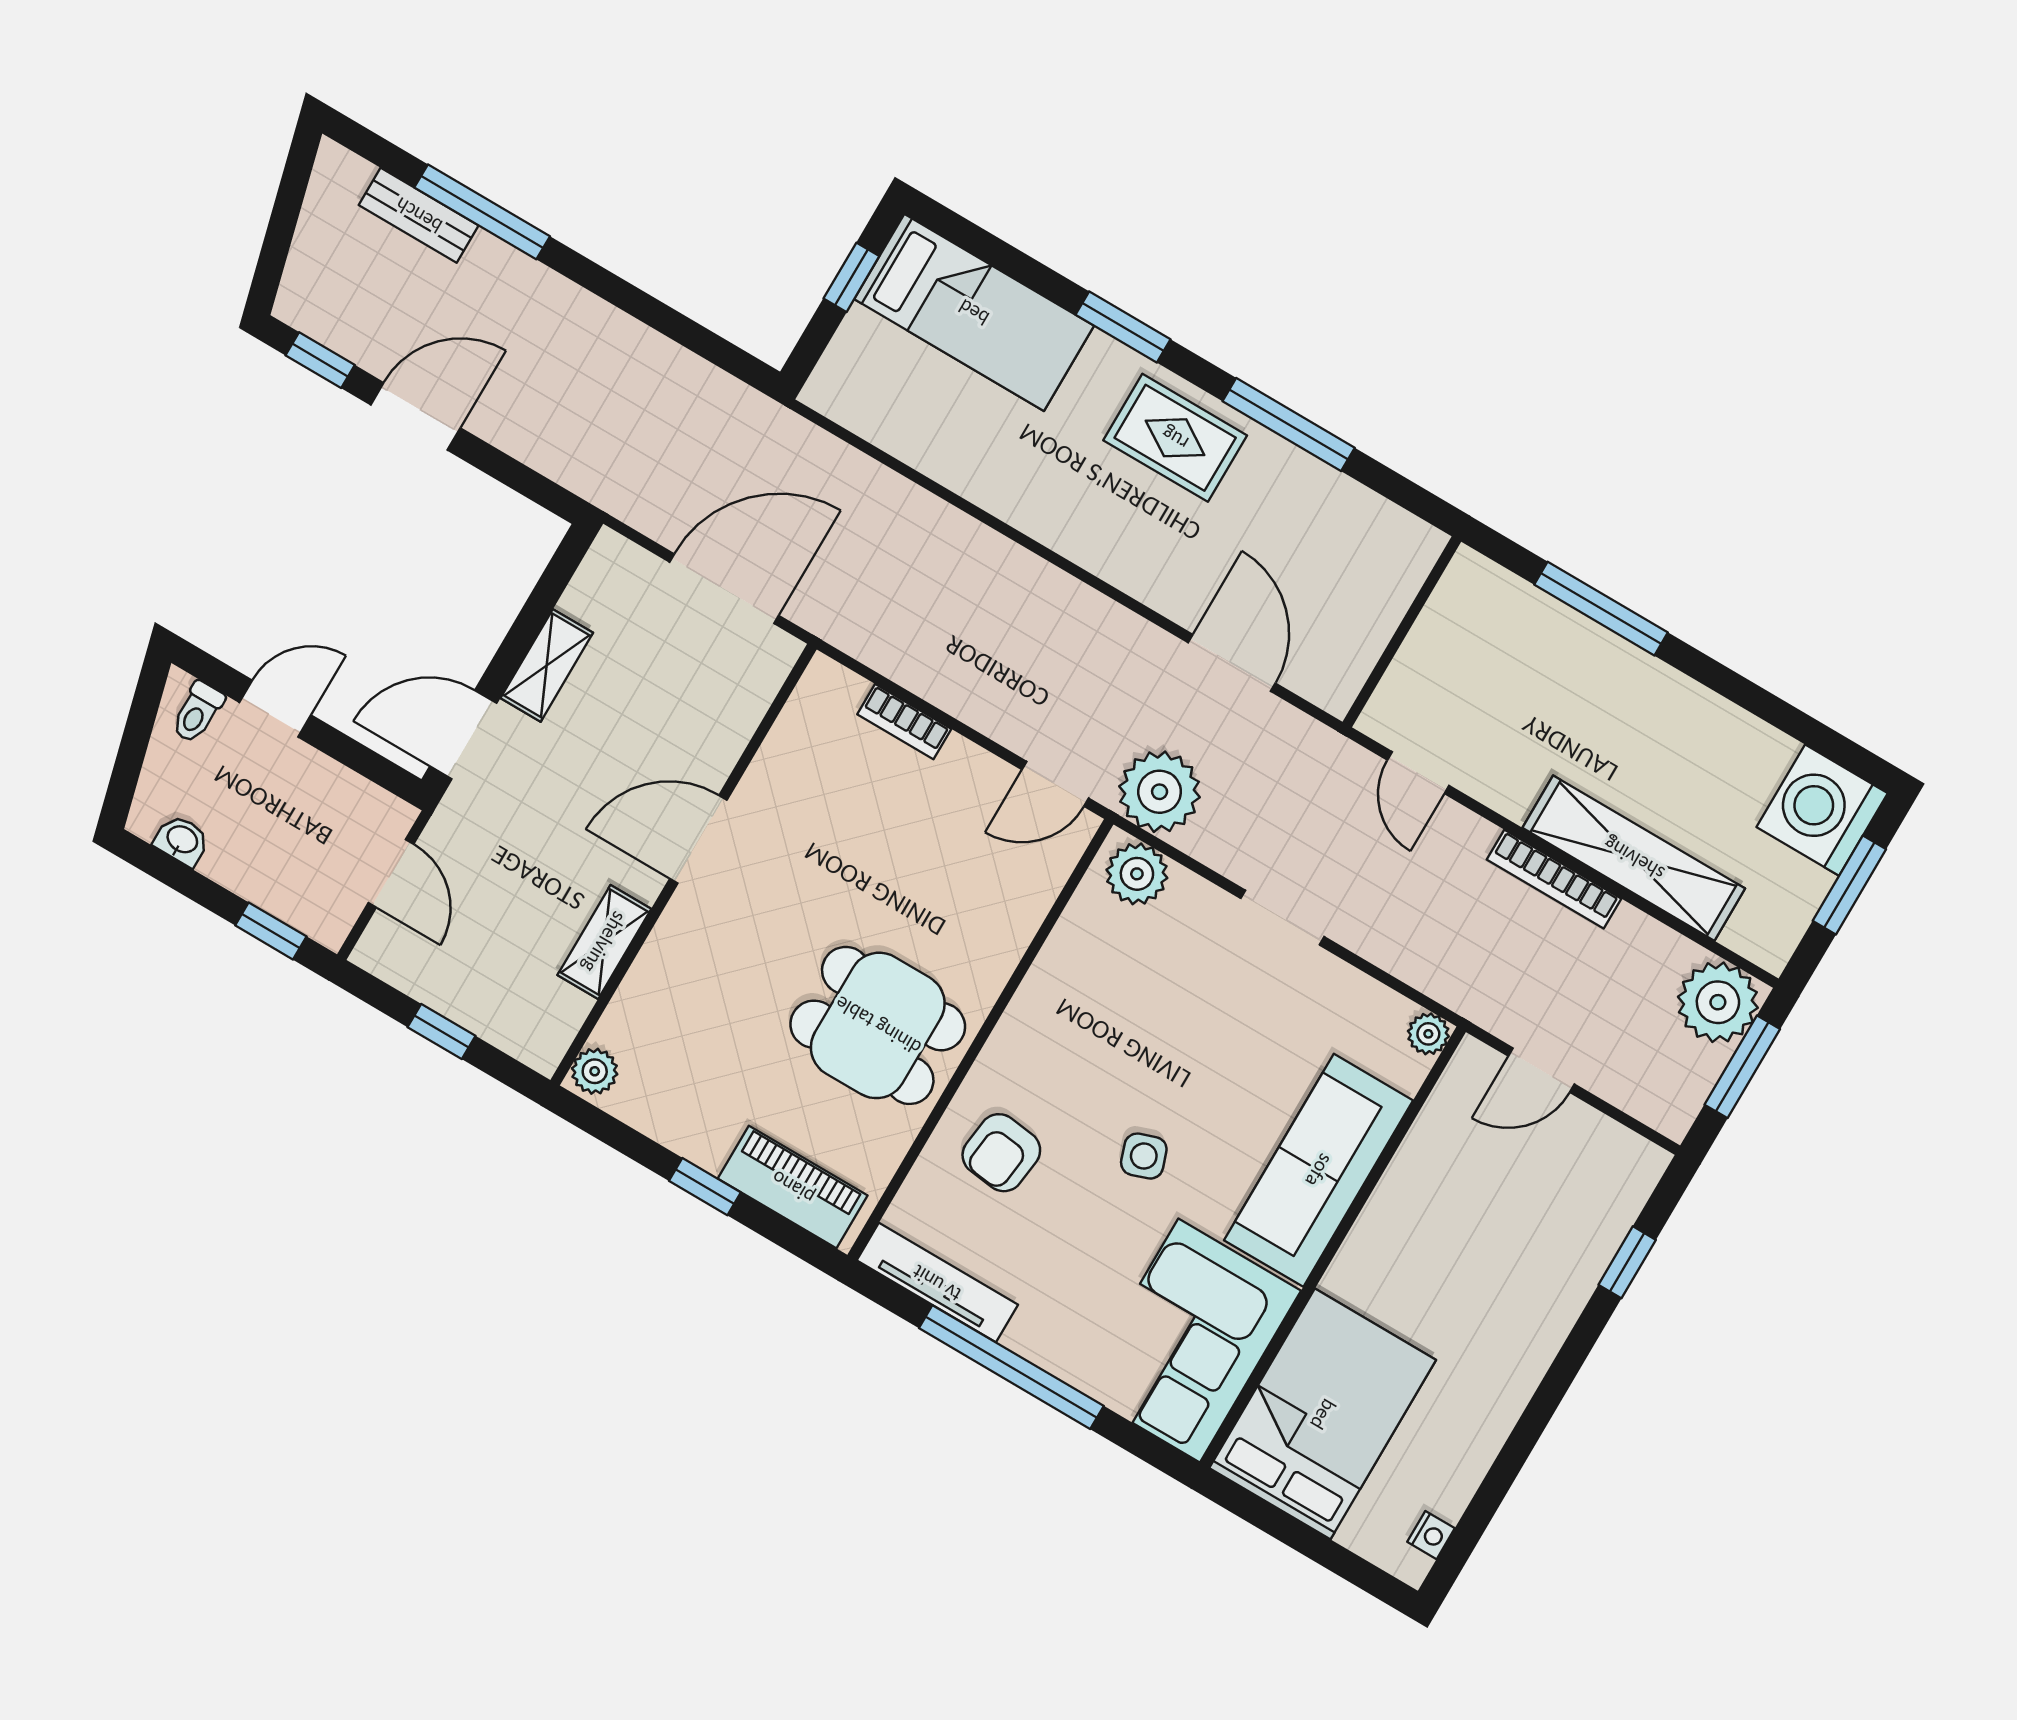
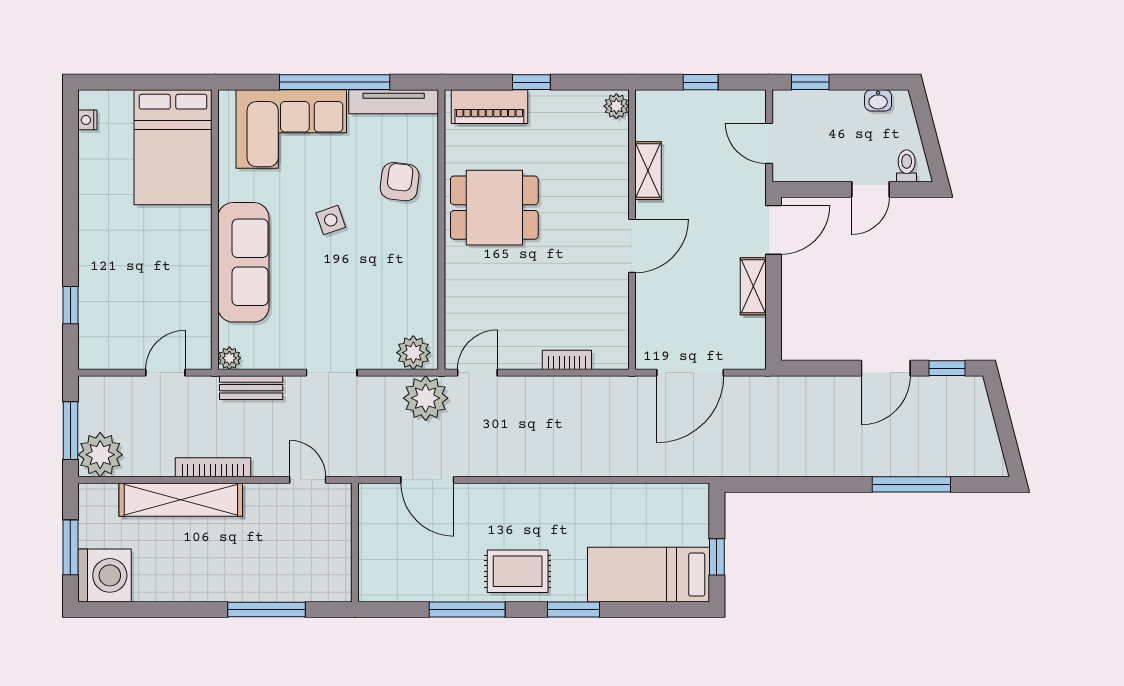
bench: (419, 215) -> (251, 388), moved
corner sofa: (1189, 1341) -> (291, 129), moved, turned 90

